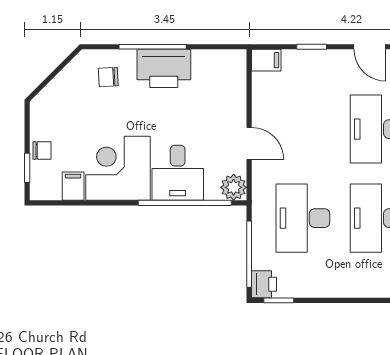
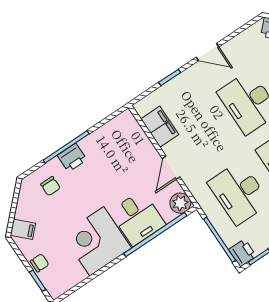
filing cabinet: (266, 60) -> (160, 127), moved, width x2.00
printer: (164, 68) -> (72, 158), width x0.53, depth x0.68
chair: (108, 77) -> (50, 186), turned -87
door: (249, 143) -> (171, 168), swing flipped
filing cabinet: (73, 186) -> (23, 229), moved, turned 135

